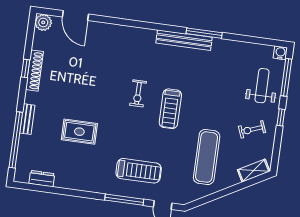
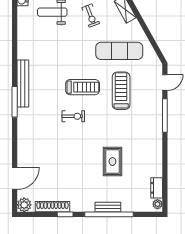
window: (204, 33) -> (15, 102), moved
shoe rack: (34, 71) -> (52, 207), moved
window: (16, 140) -> (109, 214), moved
treadmill: (139, 171) -> (121, 91), moved
plant: (23, 177) -> (158, 204), added

